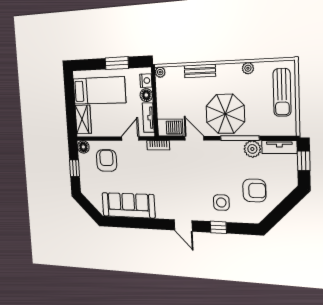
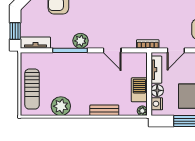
plant: (248, 68) -> (61, 106), width x1.88, depth x1.88
sun lounger: (282, 92) -> (32, 89), turned 180
parasol: (225, 114) -> (82, 72), removed
barbecue: (170, 128) -> (139, 90), moved, turned 90
plant: (252, 149) -> (81, 41), moved

